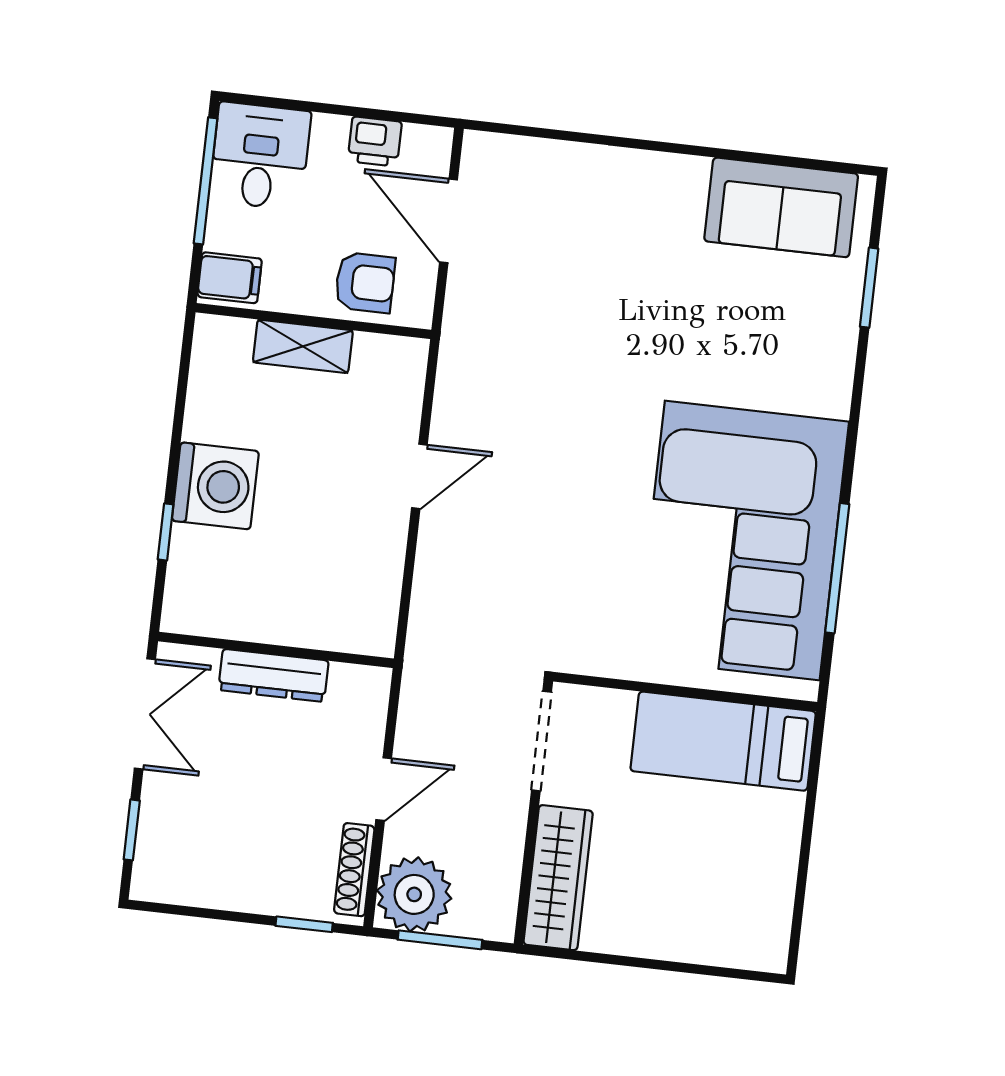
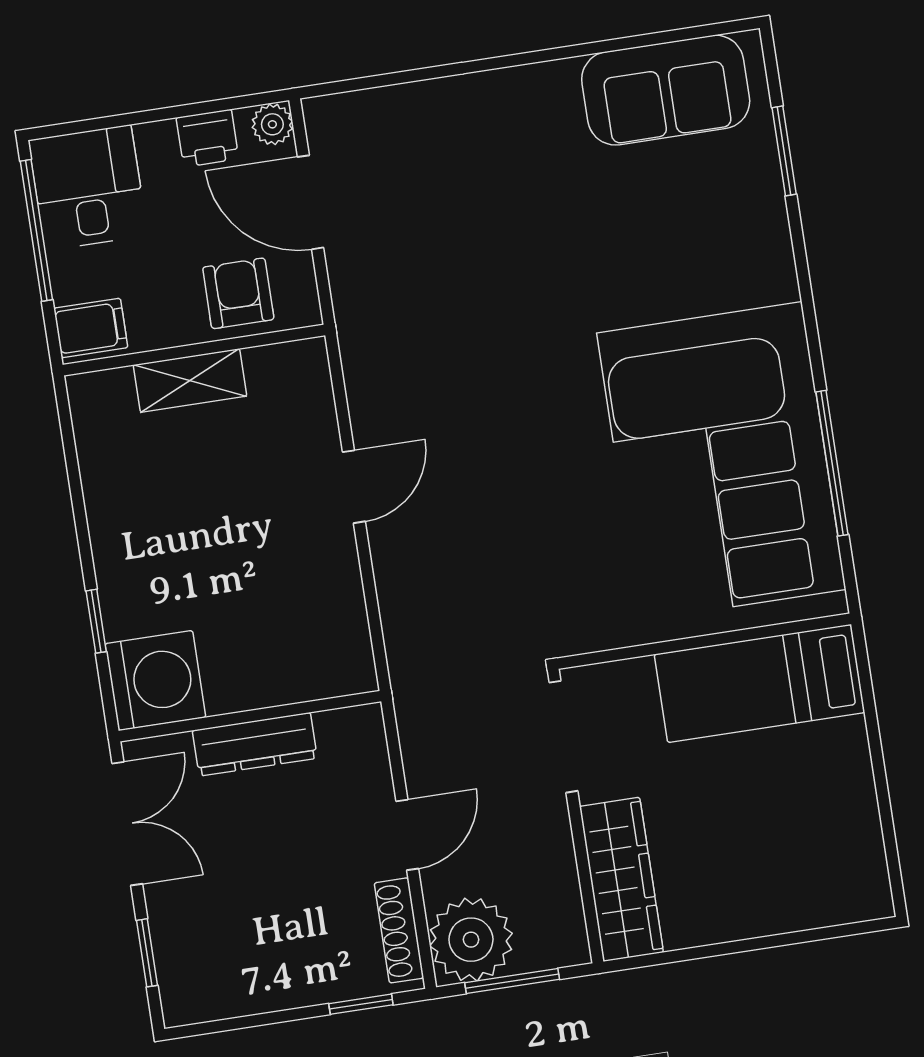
plant: (434, 145) -> (272, 124), added
armchair: (365, 283) -> (238, 293), turned -90
washing machine: (215, 486) -> (155, 681), moved

